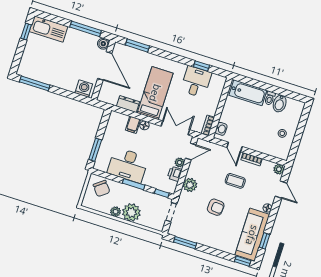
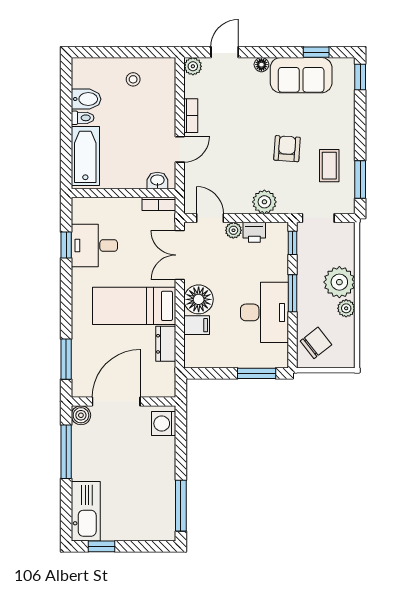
floor lamp: (144, 125) -> (199, 299), width x1.89, depth x1.89
coffee table: (235, 181) -> (329, 166), moved
sofa: (252, 235) -> (301, 75), width x0.73

